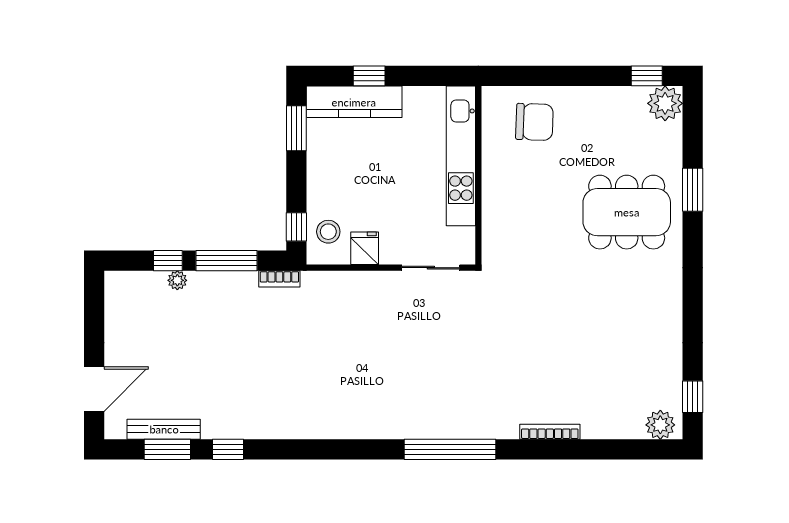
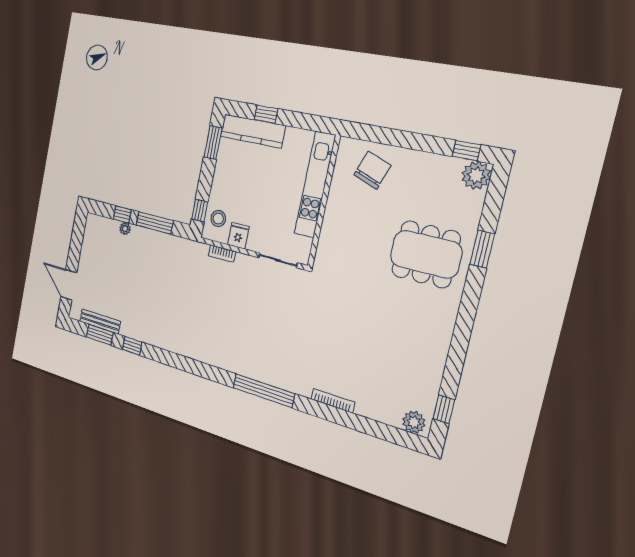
chair: (534, 122) -> (372, 170), turned -72
bookcase: (279, 279) -> (222, 254), moved
door: (94, 389) -> (69, 285), swing flipped

